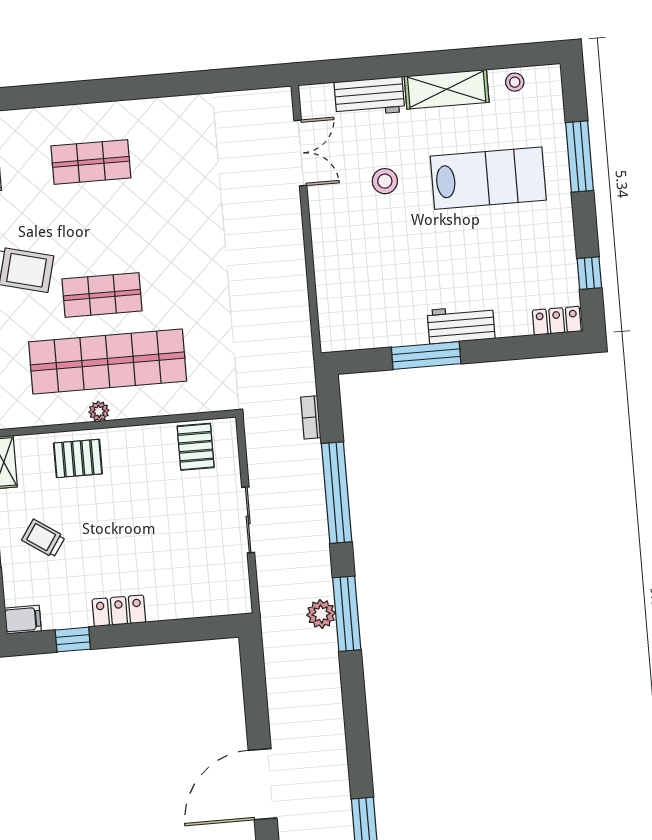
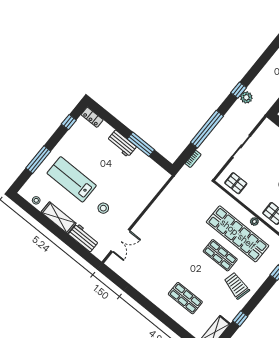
double door: (300, 153) -> (120, 241), swing flipped
pallet: (196, 447) -> (236, 183), turned 90
window: (347, 614) -> (239, 90), width x0.46

